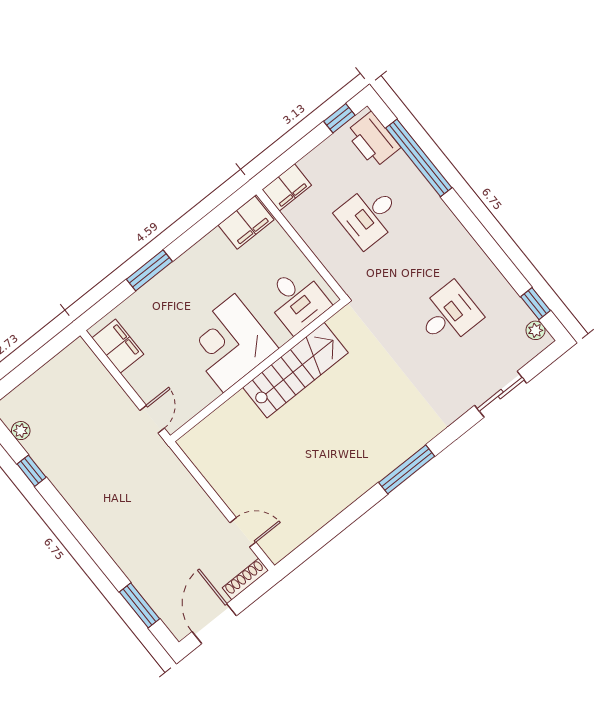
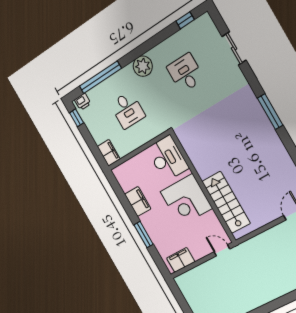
printer: (373, 140) -> (83, 102), width x0.53, depth x0.68
filing cabinet: (246, 222) -> (138, 201), moved
desk: (297, 300) -> (168, 158), width x1.37
plant: (535, 330) -> (143, 66), moved, width x1.88, depth x1.88
stairs: (296, 370) -> (226, 202), moved

